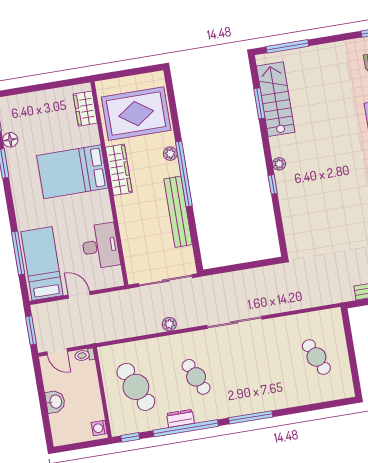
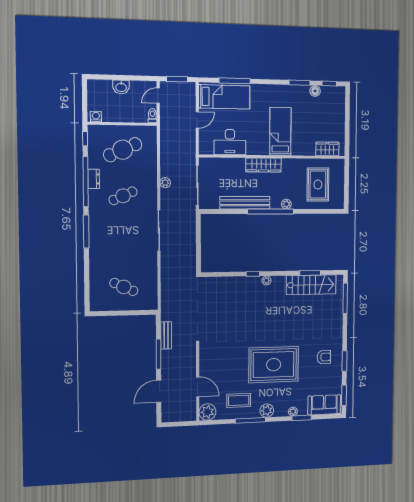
rug: (136, 114) -> (318, 185), width x0.73, depth x0.69
wardrobe: (119, 170) -> (263, 165), moved
bed: (72, 172) -> (280, 131), width x0.67
cafe table: (316, 357) -> (124, 287), turned 48

